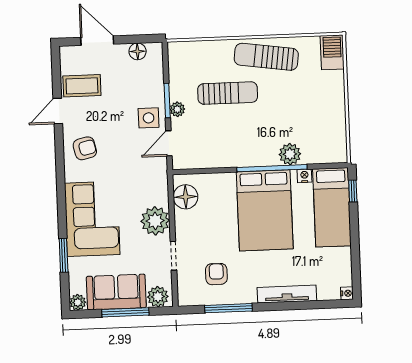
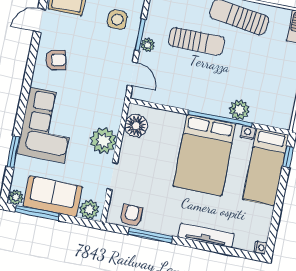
side table: (149, 118) -> (117, 20), moved
door: (169, 143) -> (133, 74), swing flipped
armchair: (216, 274) -> (131, 215), moved
window: (125, 312) -> (37, 213), moved

